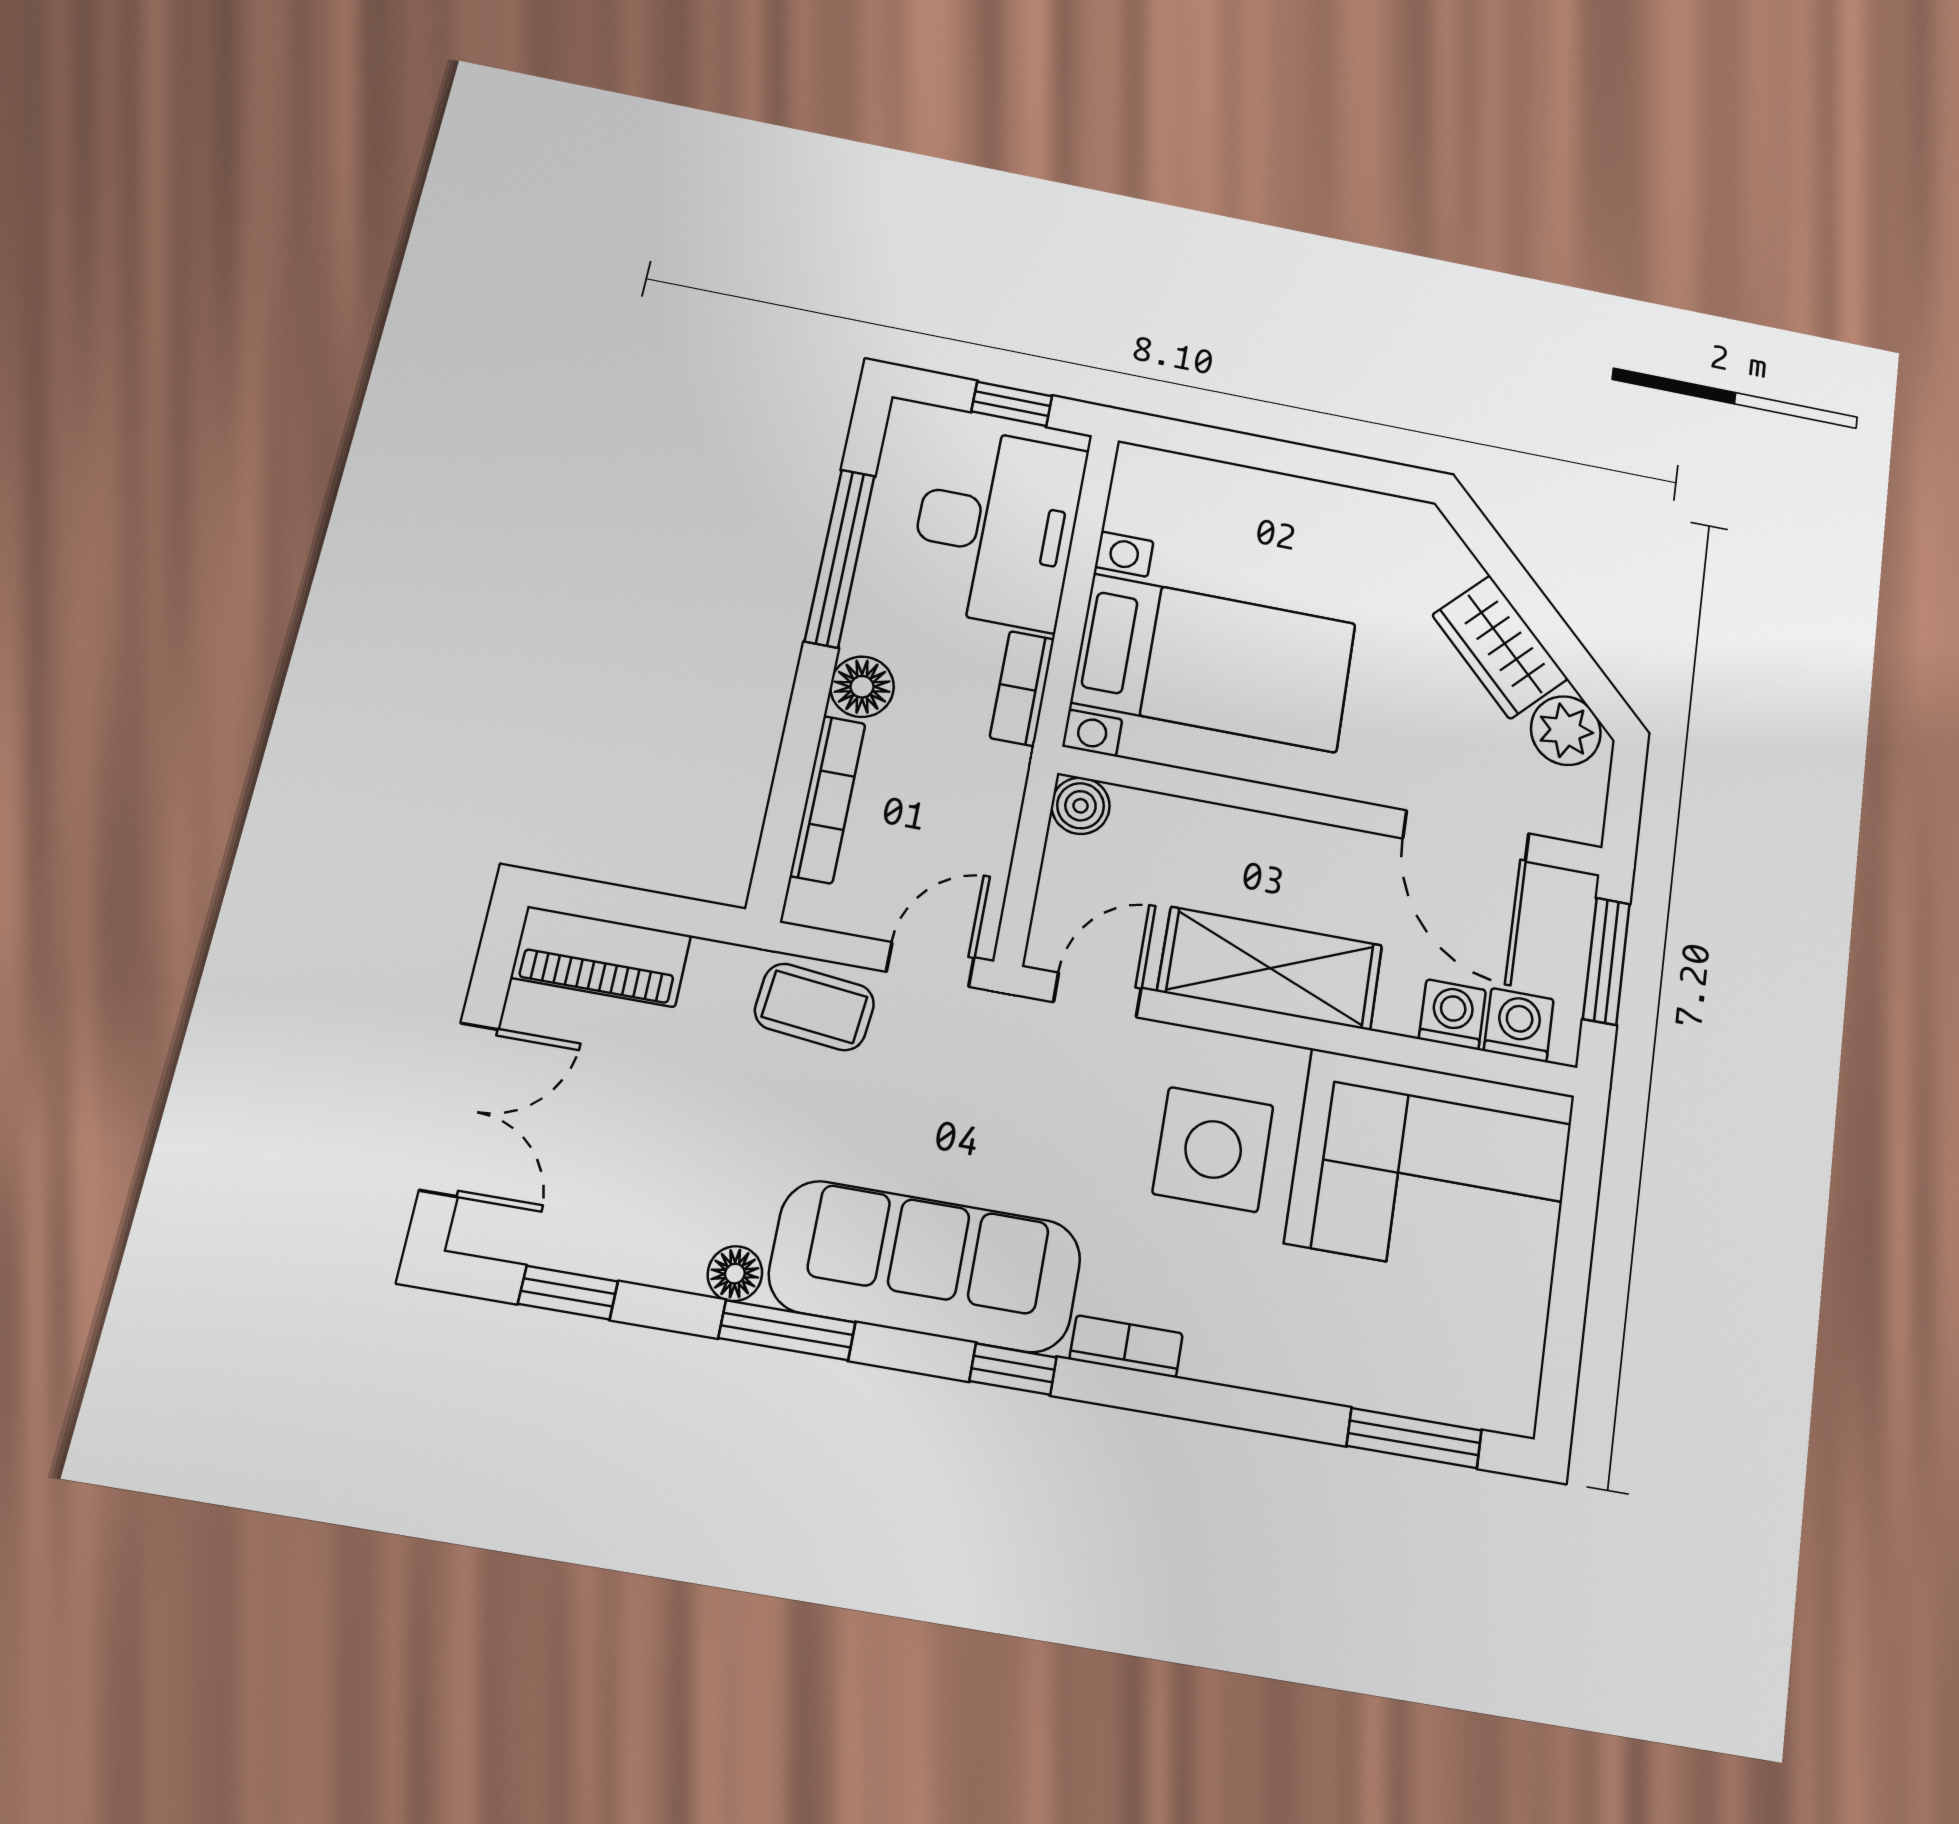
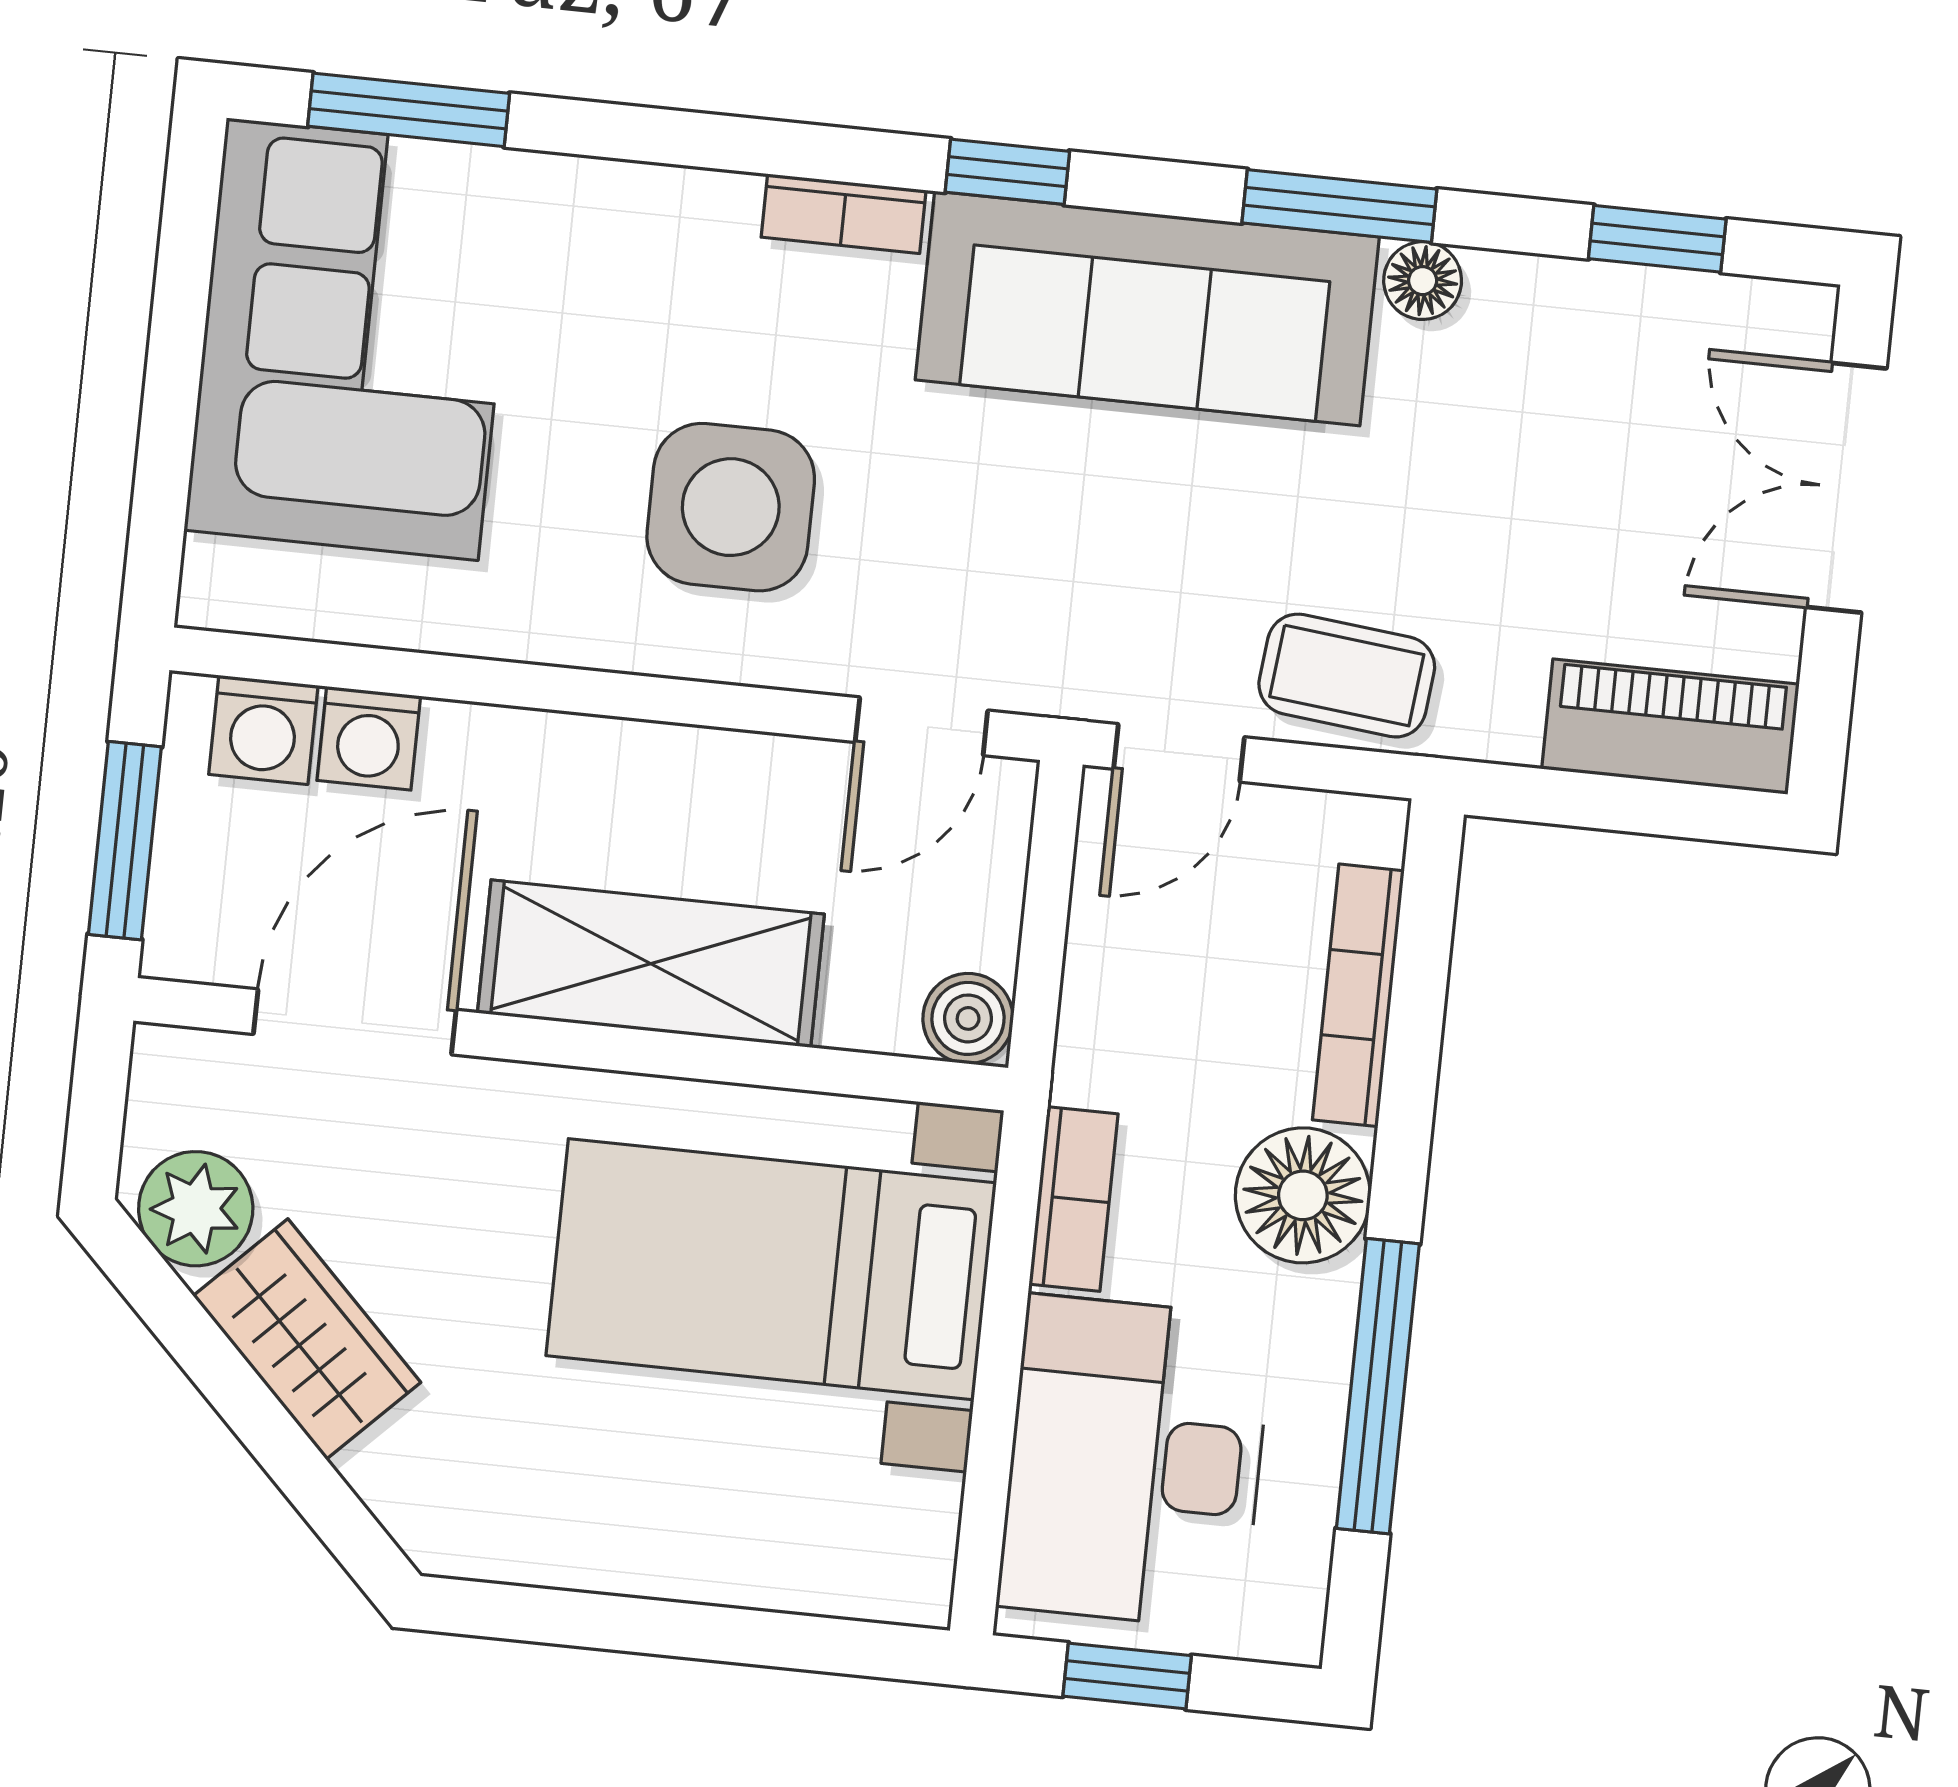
floor lamp: (862, 687) -> (1303, 1195), width x1.38, depth x1.38
door: (1466, 836) -> (355, 1022), hinge flipped
shelving: (1270, 968) -> (651, 964), moved
corner sofa: (1431, 1169) -> (352, 339), moved, turned 90

